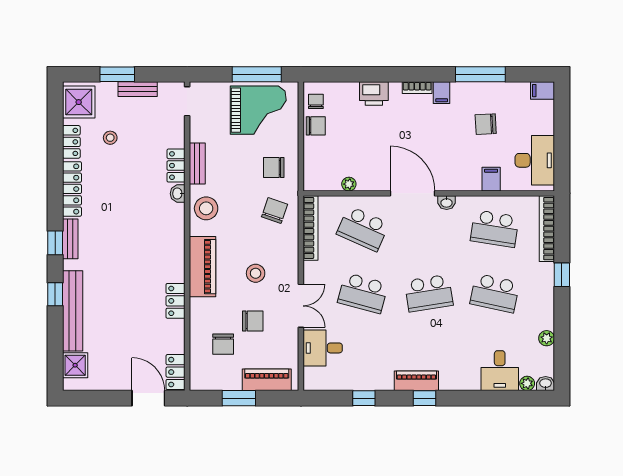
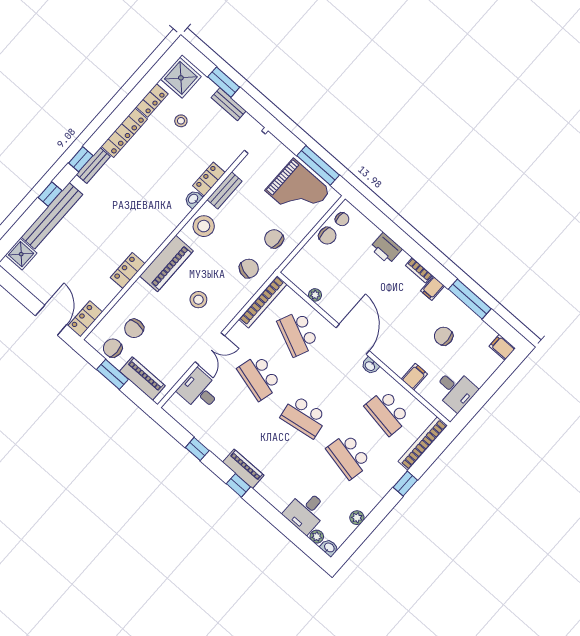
chair: (316, 101) -> (342, 219), turned 90
desk: (535, 160) -> (455, 390), width x0.73
chair: (253, 321) -> (113, 348), moved, turned 180

